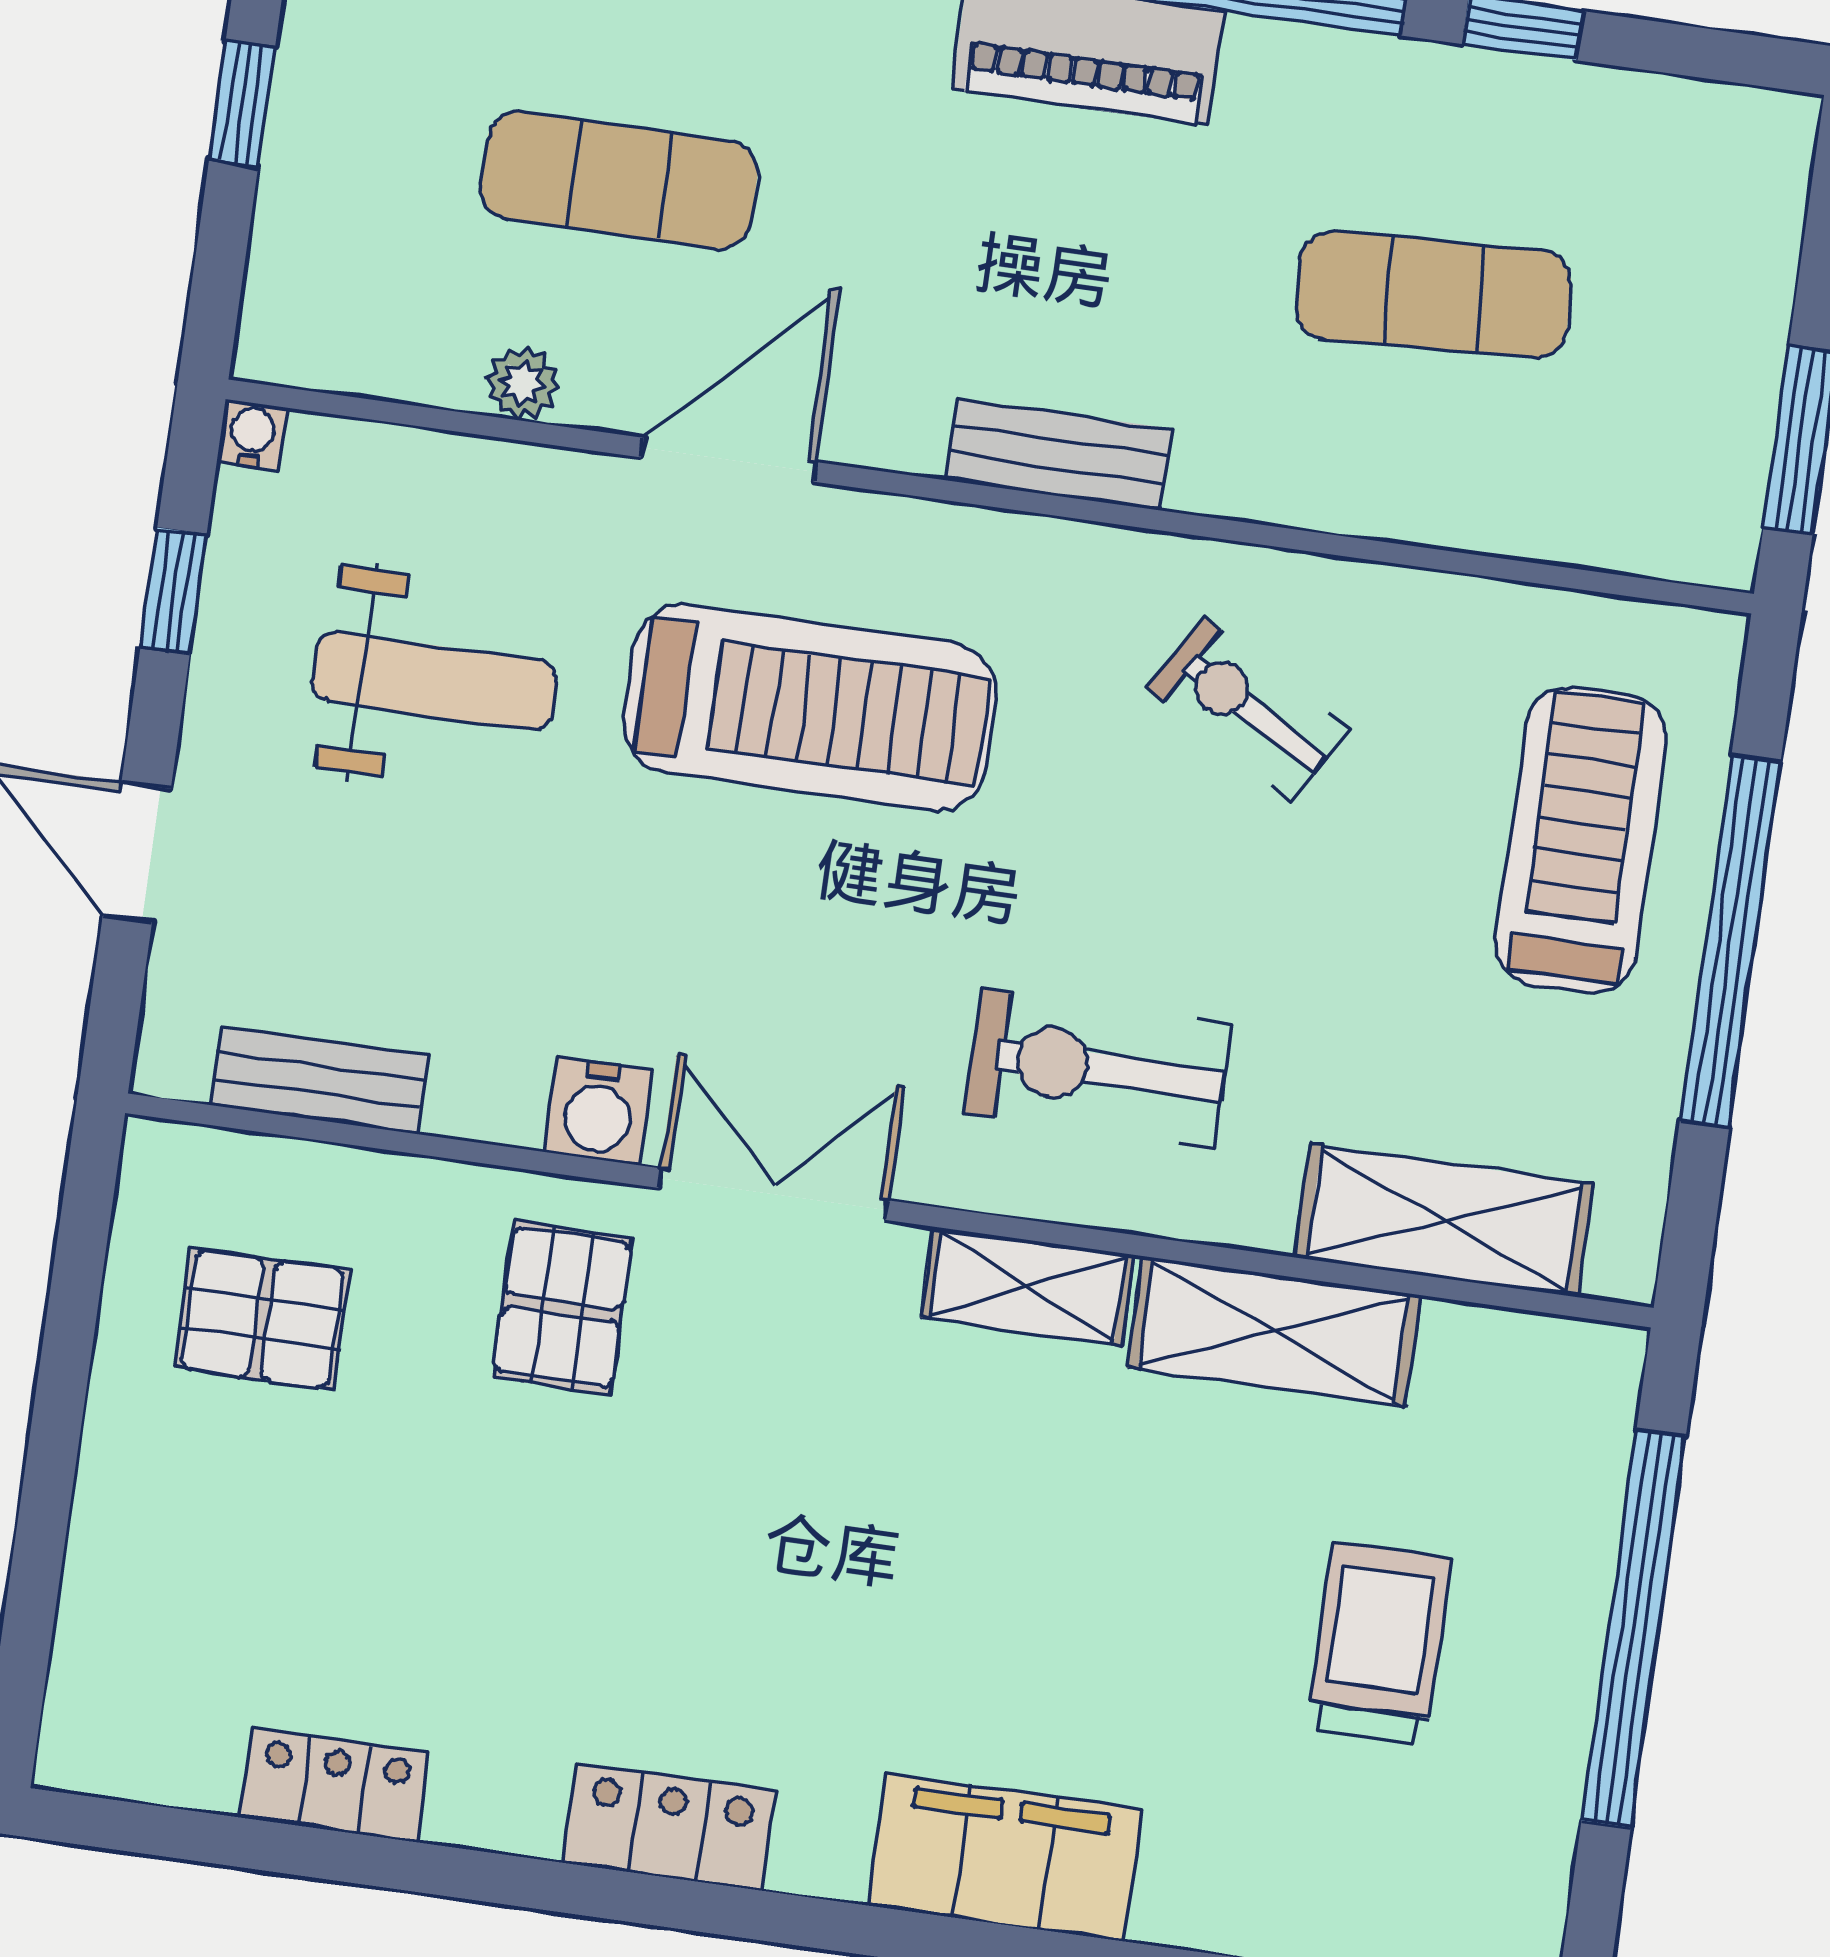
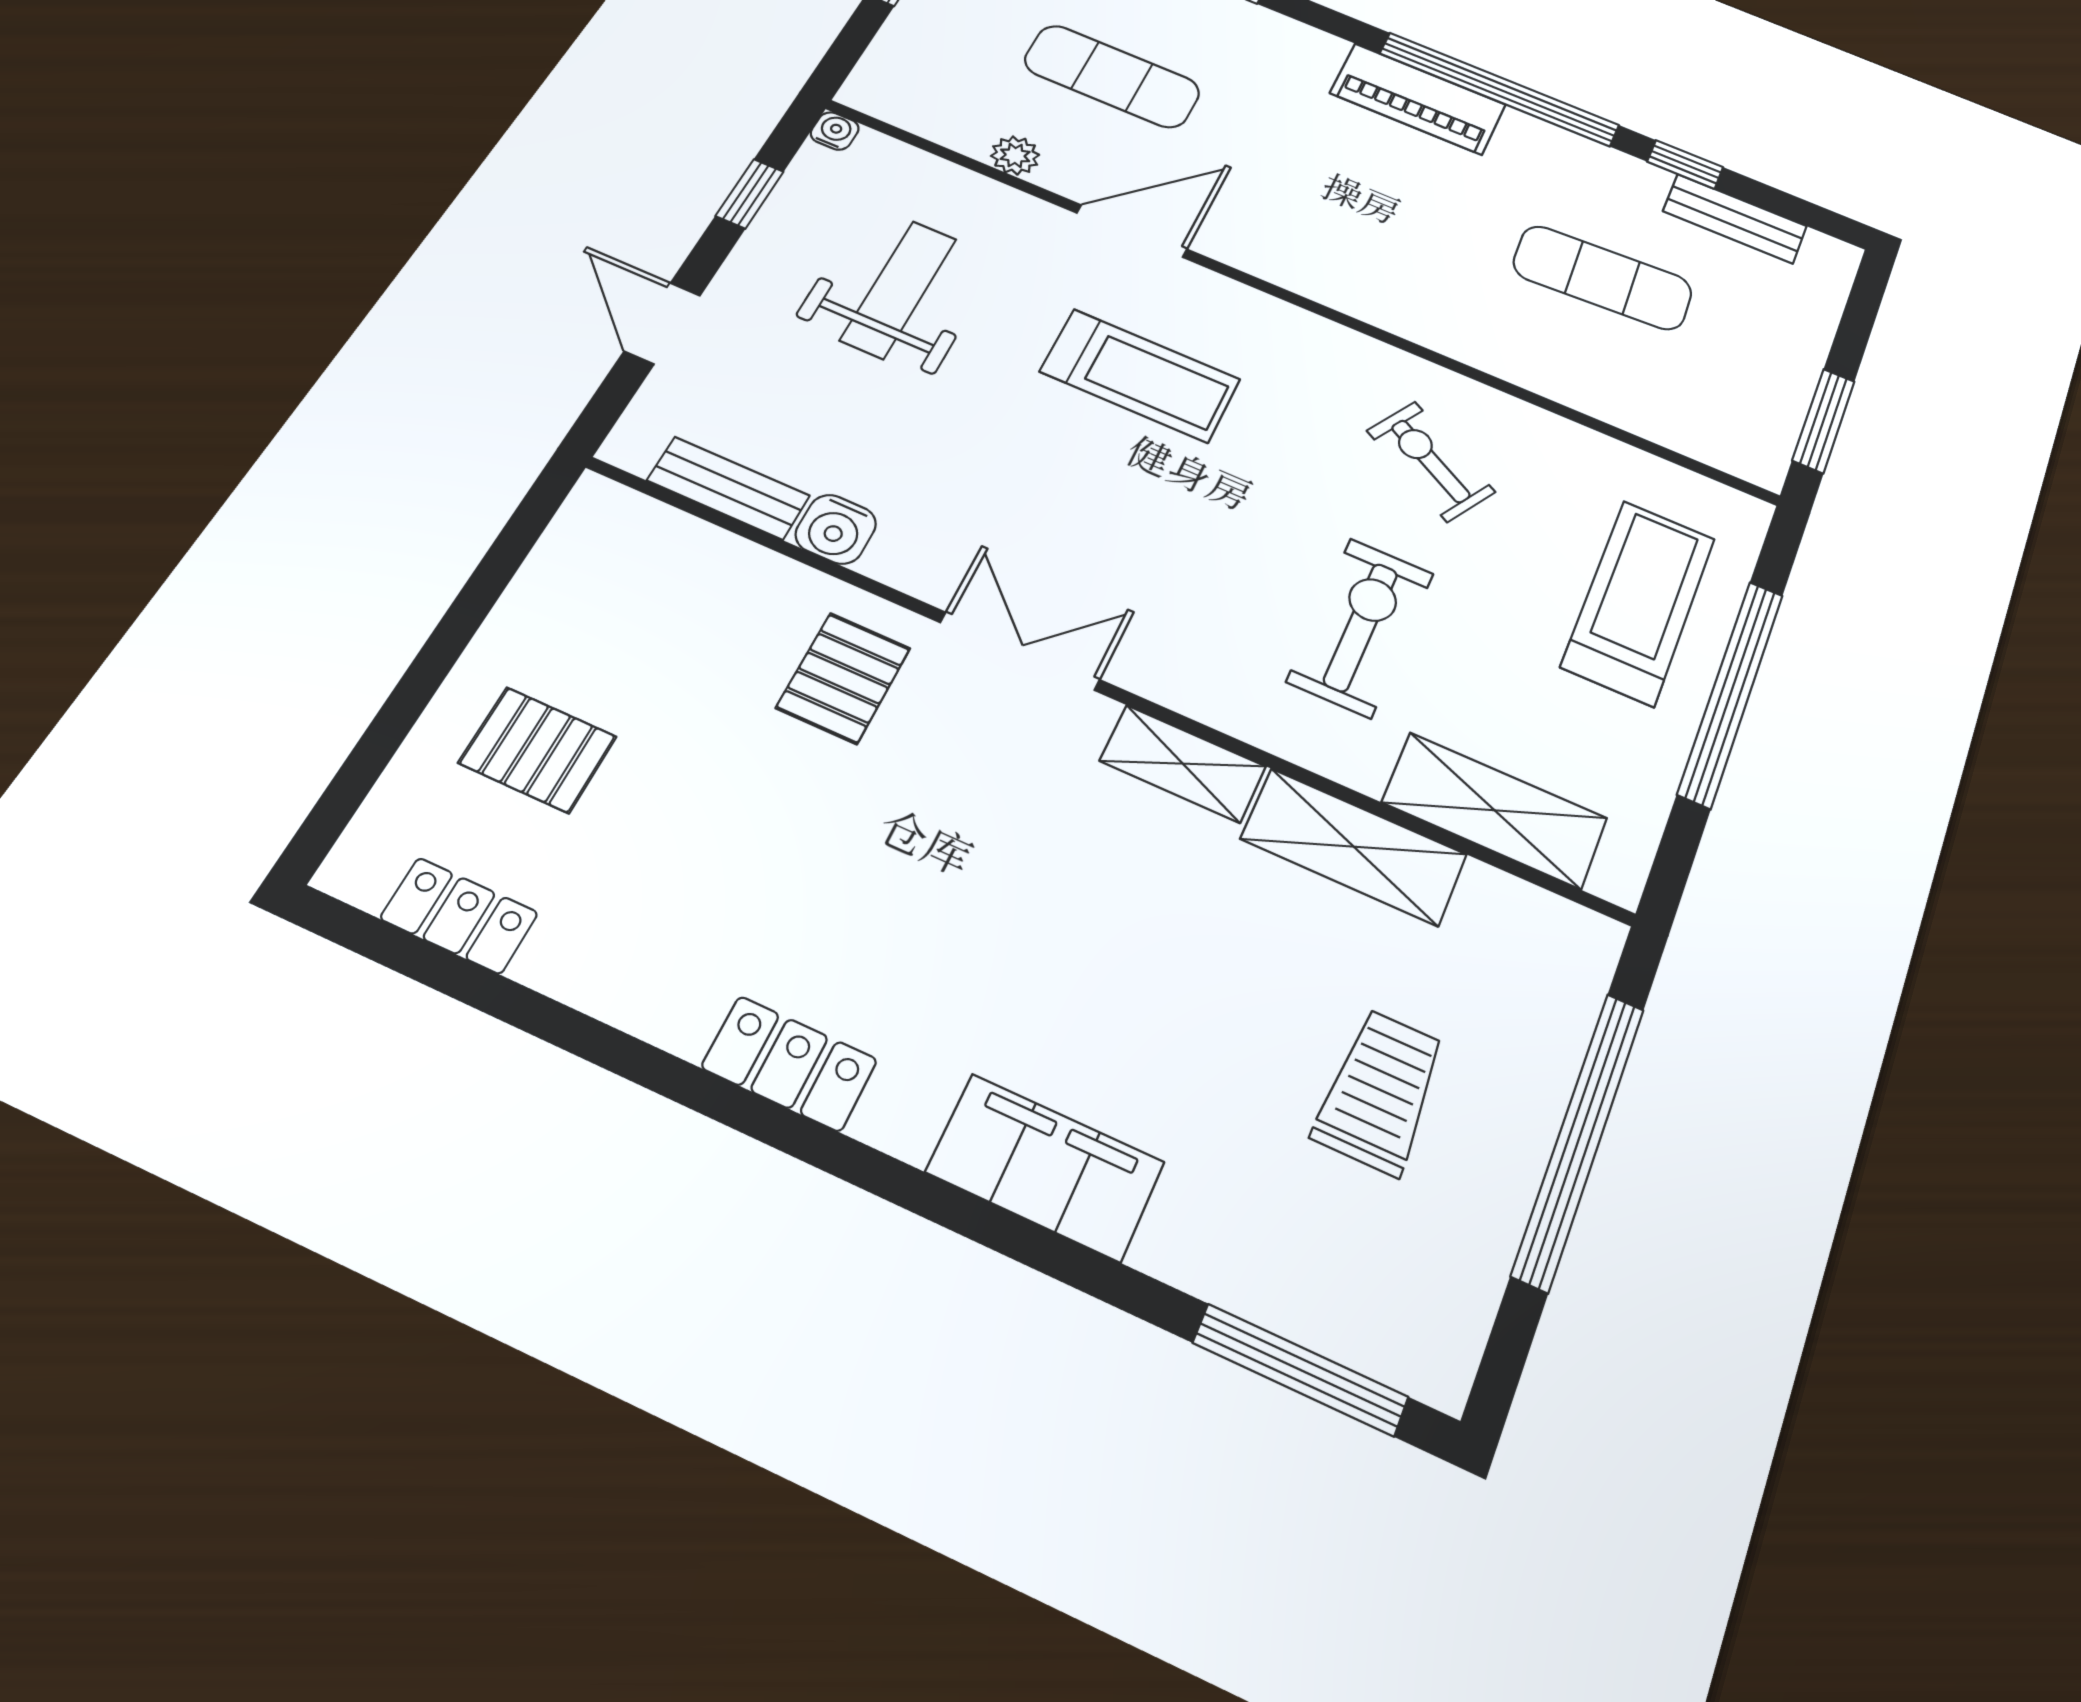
bench: (1059, 454) -> (1735, 219), moved
weight bench: (434, 681) -> (899, 289), turned -90
treadmill: (810, 707) -> (1140, 376), width x0.73, depth x0.73
exercise bike: (1097, 1069) -> (1361, 627), moved, turned 90
water cooler: (598, 1111) -> (836, 529), moved
pallet: (262, 1319) -> (538, 750), moved
locker: (335, 1785) -> (459, 916), moved

